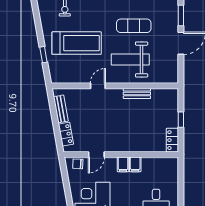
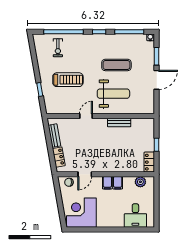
treadmill: (77, 43) -> (68, 80), width x0.73, depth x0.73
weight bench: (130, 59) -> (113, 94), turned 180
plant: (162, 163) -> (140, 182), added

